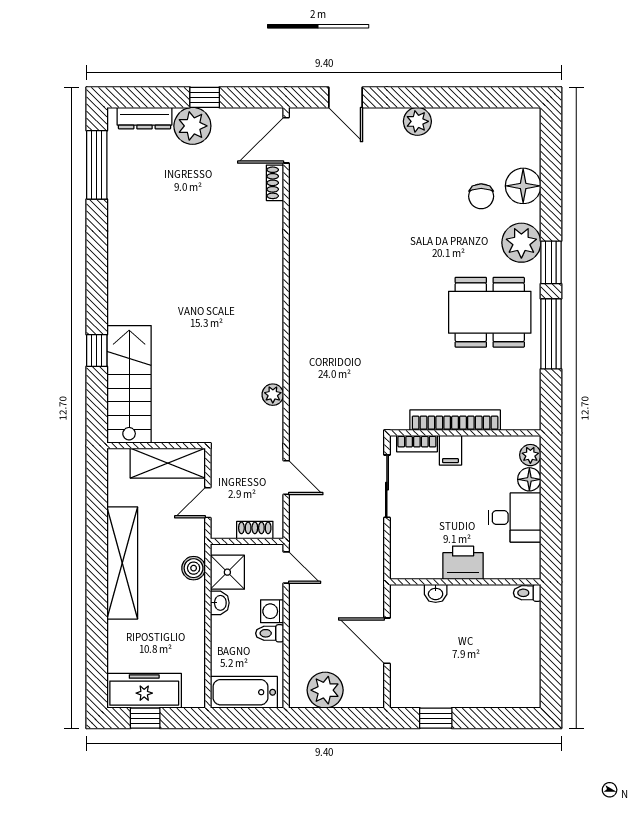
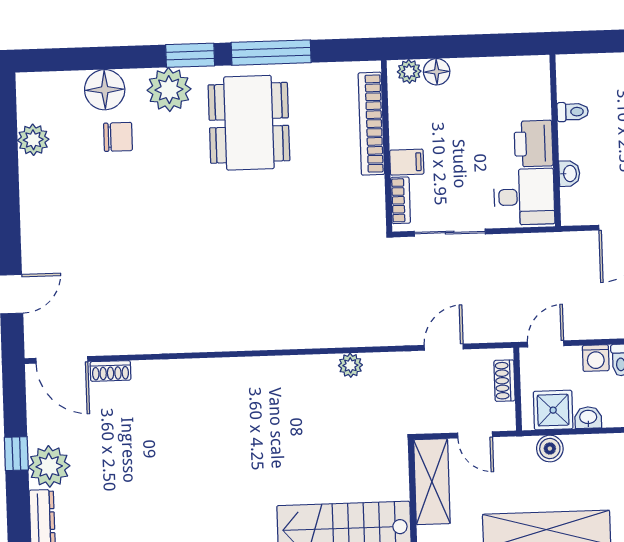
plant: (417, 121) -> (33, 140), moved
bookcase: (455, 420) -> (371, 124), moved
desk: (514, 517) -> (524, 197), moved, turned 90
toilet: (527, 593) -> (573, 112), moved, turned -90

